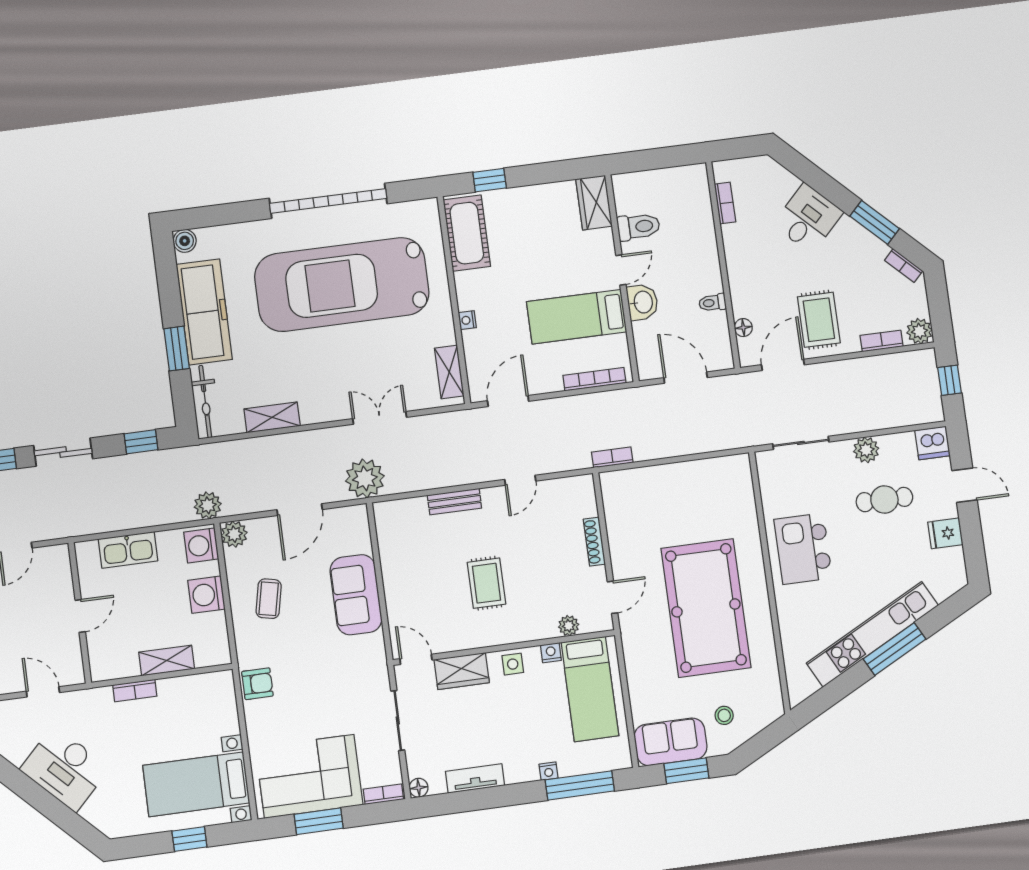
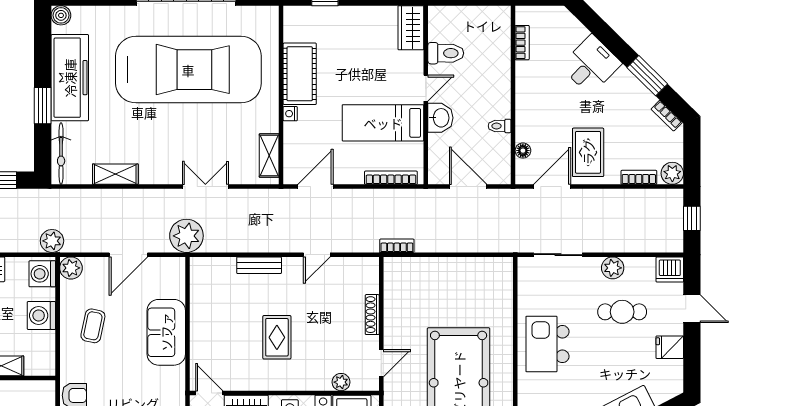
cot: (467, 233) -> (300, 74), moved
car: (342, 284) -> (188, 70), turned 180

